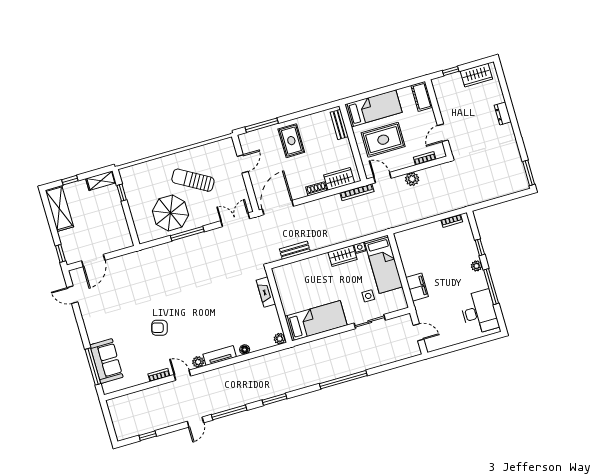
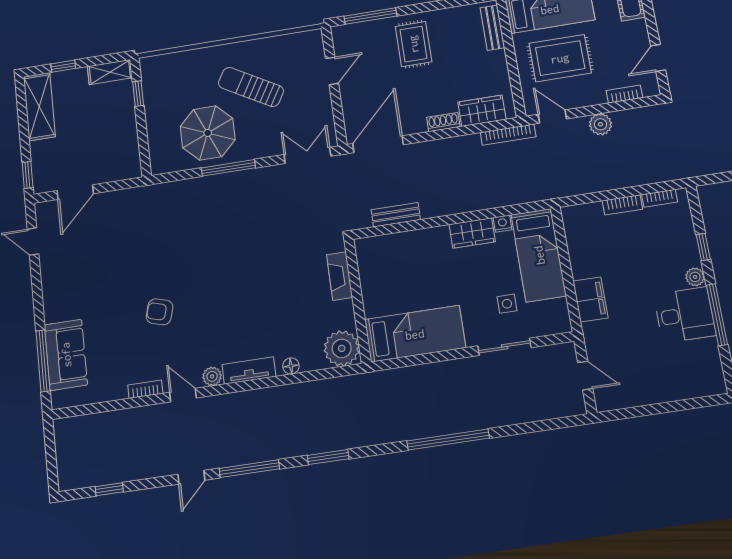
bookcase: (430, 228) -> (622, 205), added
desk: (479, 312) -> (685, 315), moved, width x0.73
plant: (280, 339) -> (342, 348), width x1.88, depth x1.88

